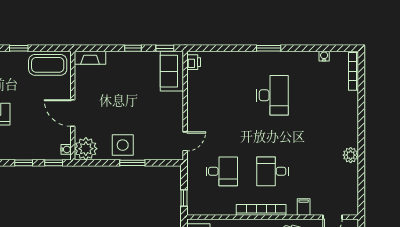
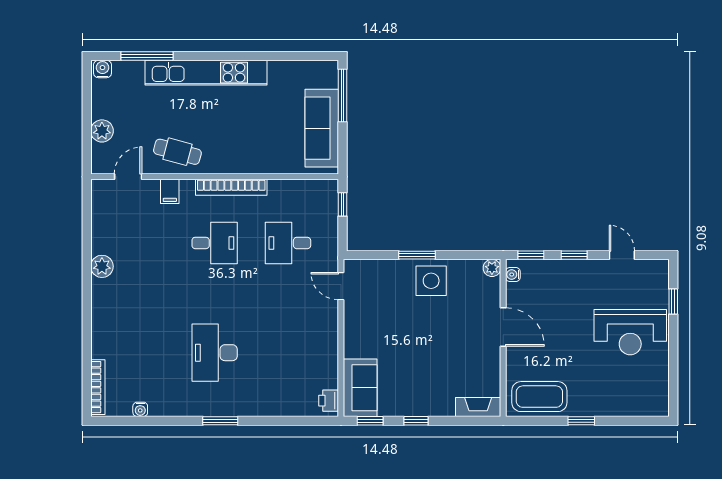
door: (185, 141) -> (341, 286), hinge flipped
plant: (86, 149) -> (492, 268), width x0.53, depth x0.53

